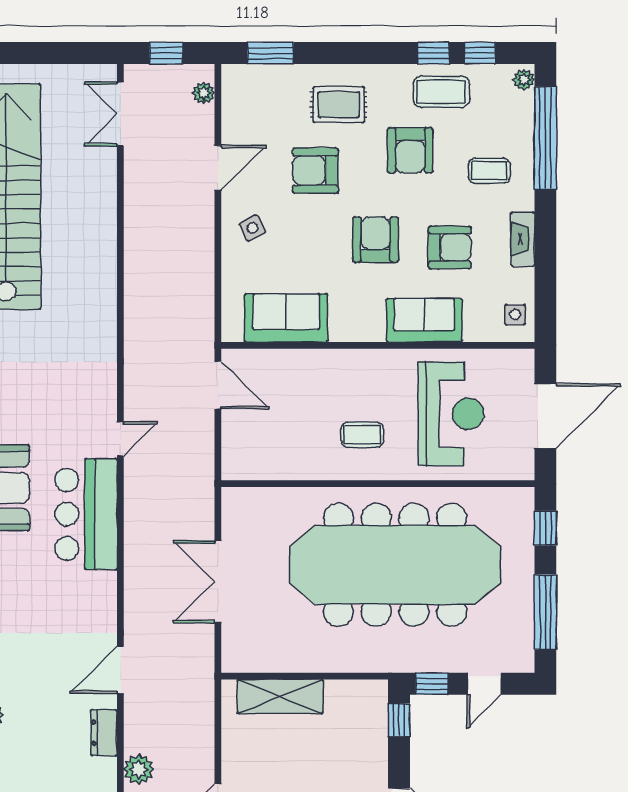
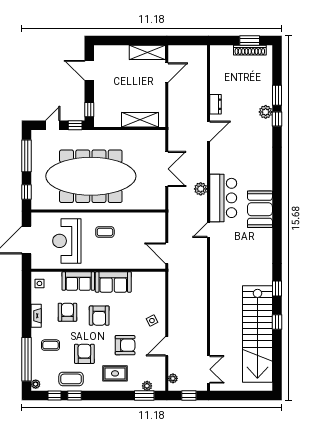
plant: (264, 76) -> (147, 386), added
armchair: (450, 247) -> (67, 312), turned 90
sofa: (286, 318) -> (113, 282), moved
plant: (139, 769) -> (201, 189), moved

